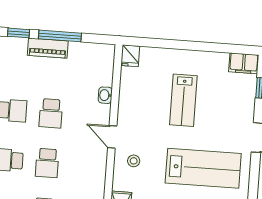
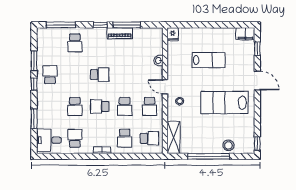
lab bench: (183, 100) -> (209, 60), turned -90
school desk: (51, 113) -> (150, 106), moved
lab bench: (203, 168) -> (224, 103), turned 180

